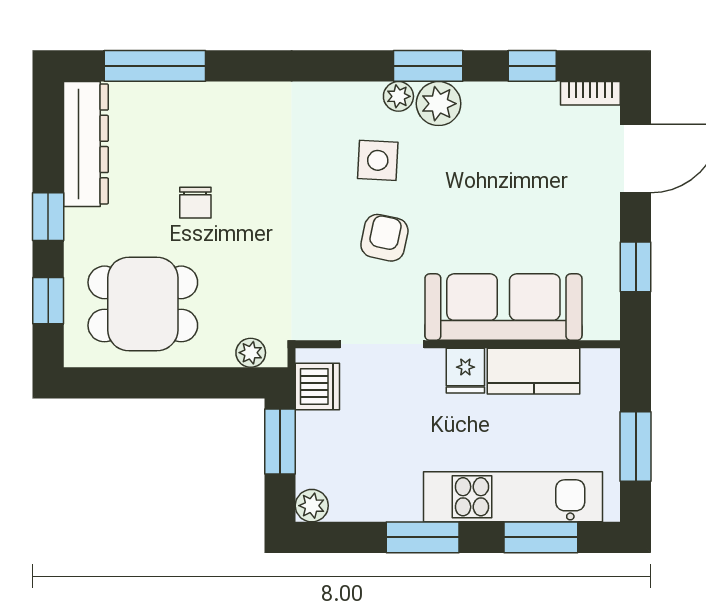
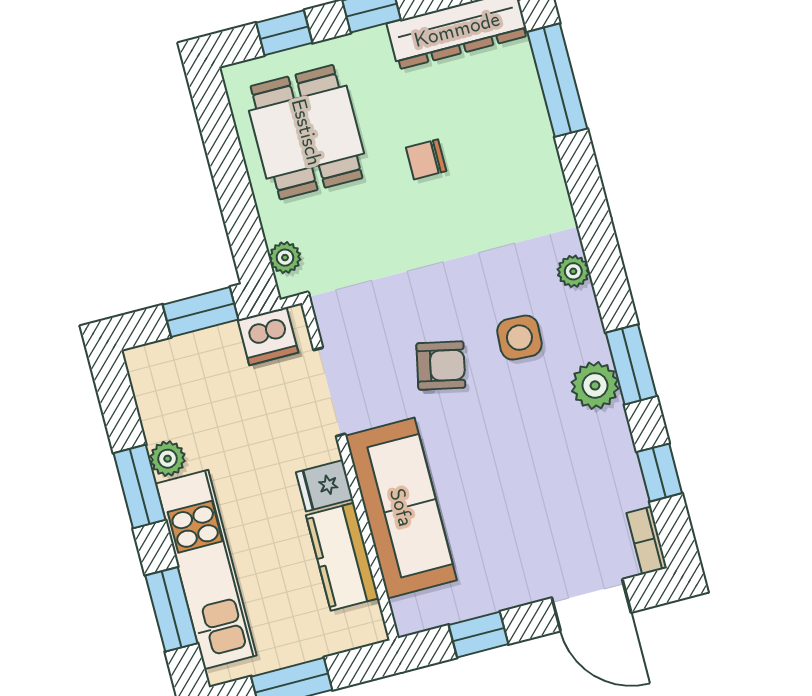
plant: (398, 96) -> (573, 271), moved
plant: (312, 506) -> (168, 459), moved

